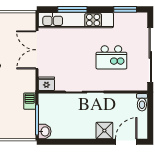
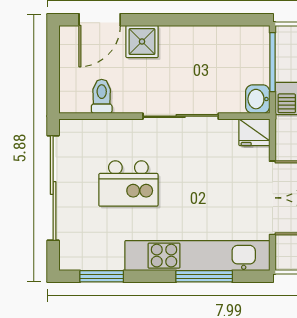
kitchen island: (111, 57) -> (128, 183), turned 180
toilet: (142, 102) -> (102, 96), moved
washbasin: (45, 131) -> (258, 99), moved

